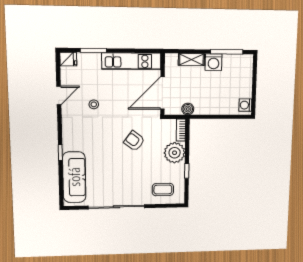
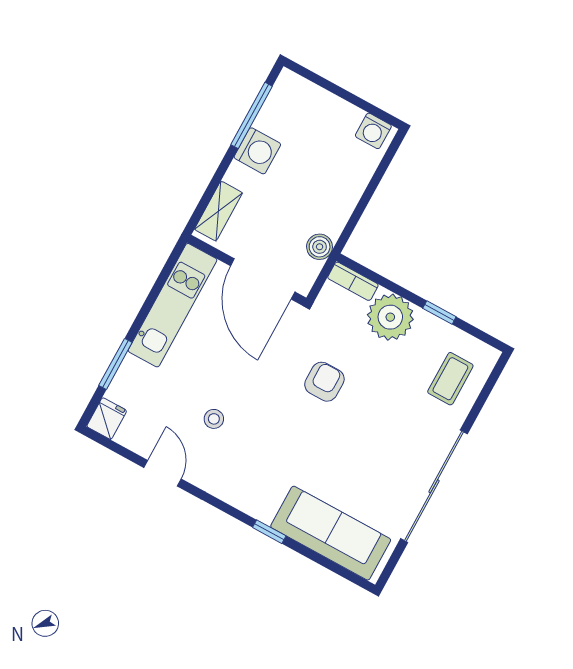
shelving: (191, 59) -> (218, 211), moved
armchair: (134, 141) -> (324, 382), turned 143

